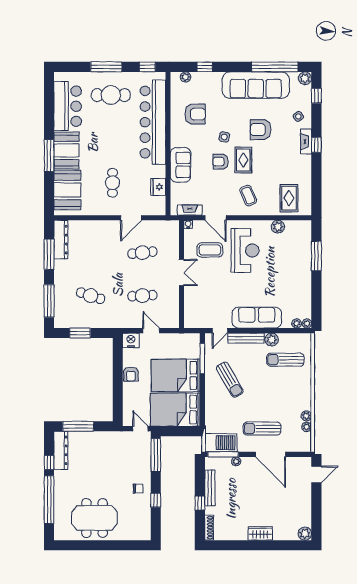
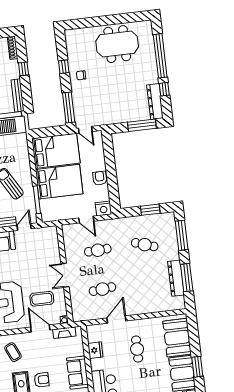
window: (49, 156) -> (197, 367), width x0.69
dresser: (61, 240) -> (176, 278), moved
bench: (210, 488) -> (18, 95), moved

